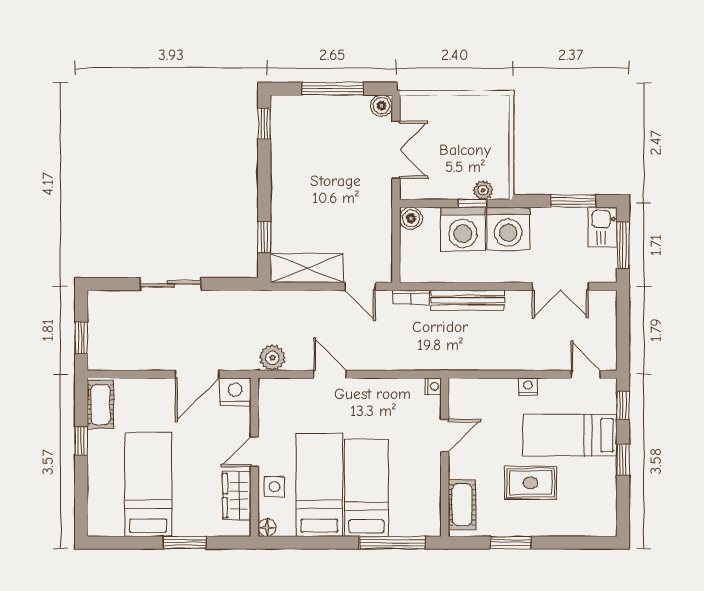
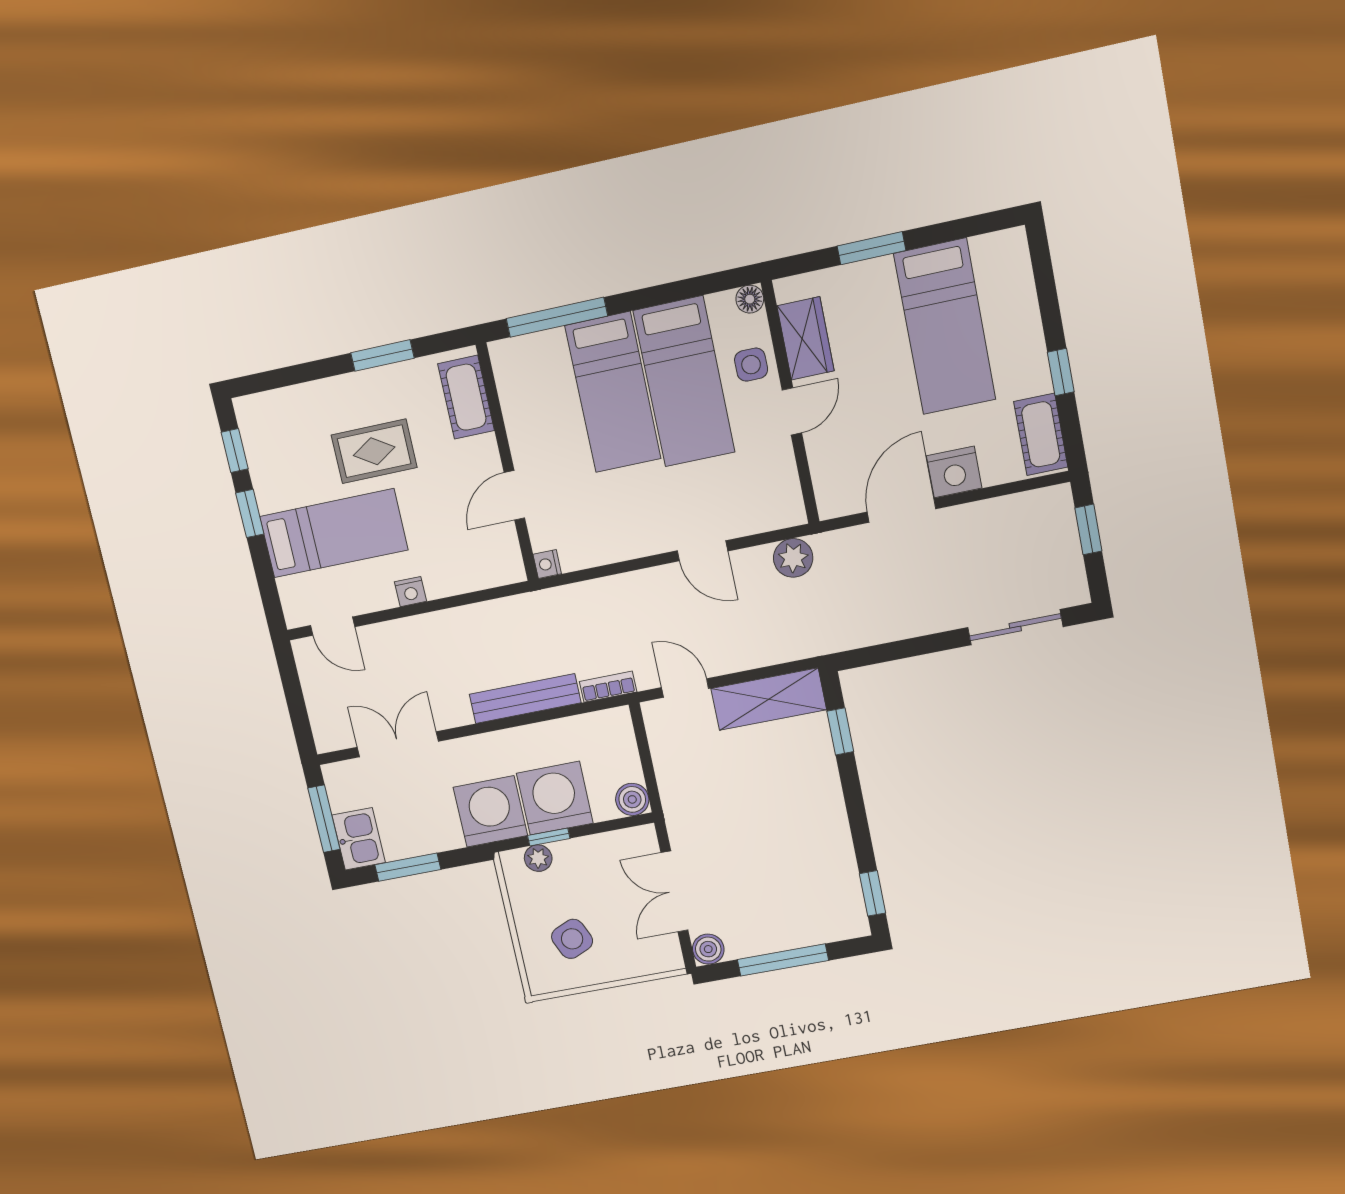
side table: (472, 130) -> (572, 939), added
sliding door: (171, 284) -> (1015, 627), moved
nightstand: (235, 392) -> (954, 472), moved
window: (623, 405) -> (235, 451), moved

